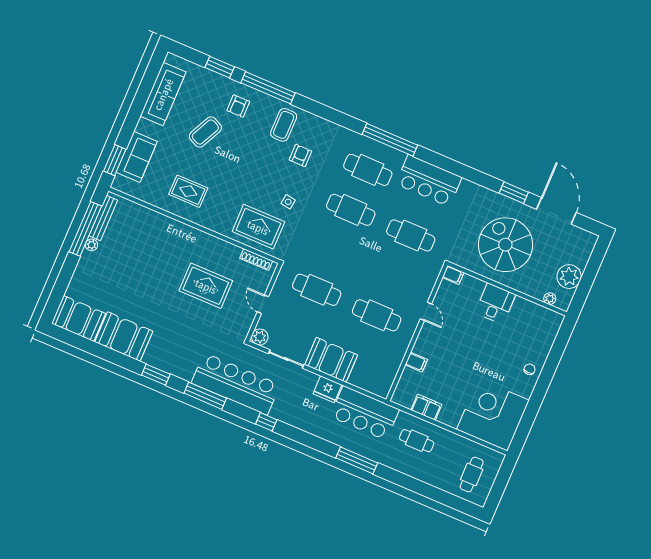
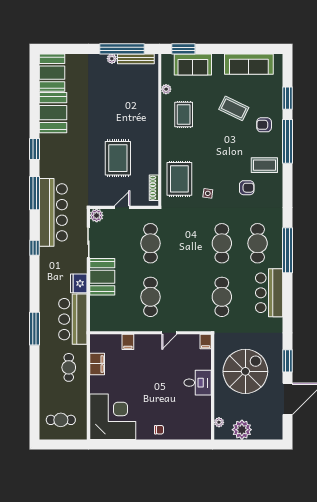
plant: (152, 199) -> (166, 89), added

